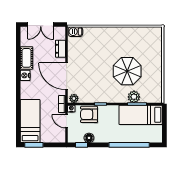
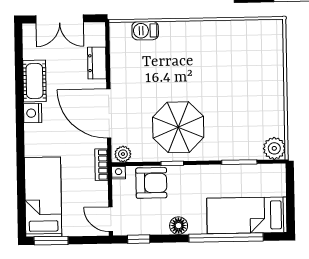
barbecue: (75, 32) -> (145, 31), moved
parasol: (127, 71) -> (178, 127), moved
plant: (134, 97) -> (274, 148), moved
armchair: (89, 114) -> (151, 183), turned 180
bed: (141, 115) -> (247, 215), moved
door: (67, 121) -> (111, 219), moved
floor lamp: (89, 138) -> (179, 226), moved

